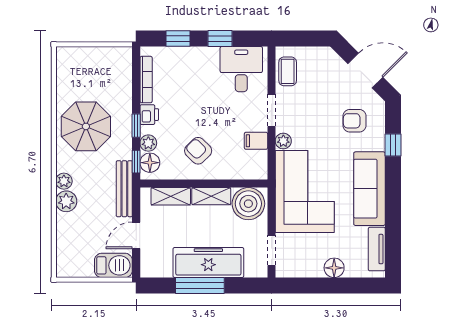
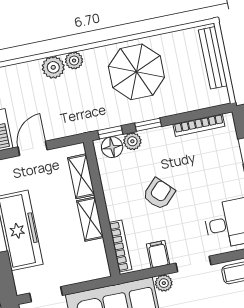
printer: (149, 115) -> (163, 136), removed
armchair: (198, 151) -> (159, 194), moved
bookcase: (241, 174) -> (120, 246), added
bench: (124, 189) -> (213, 58), moved, turned 90
boiler: (248, 204) -> (90, 260), removed
door: (136, 235) -> (33, 148), hinge flipped

